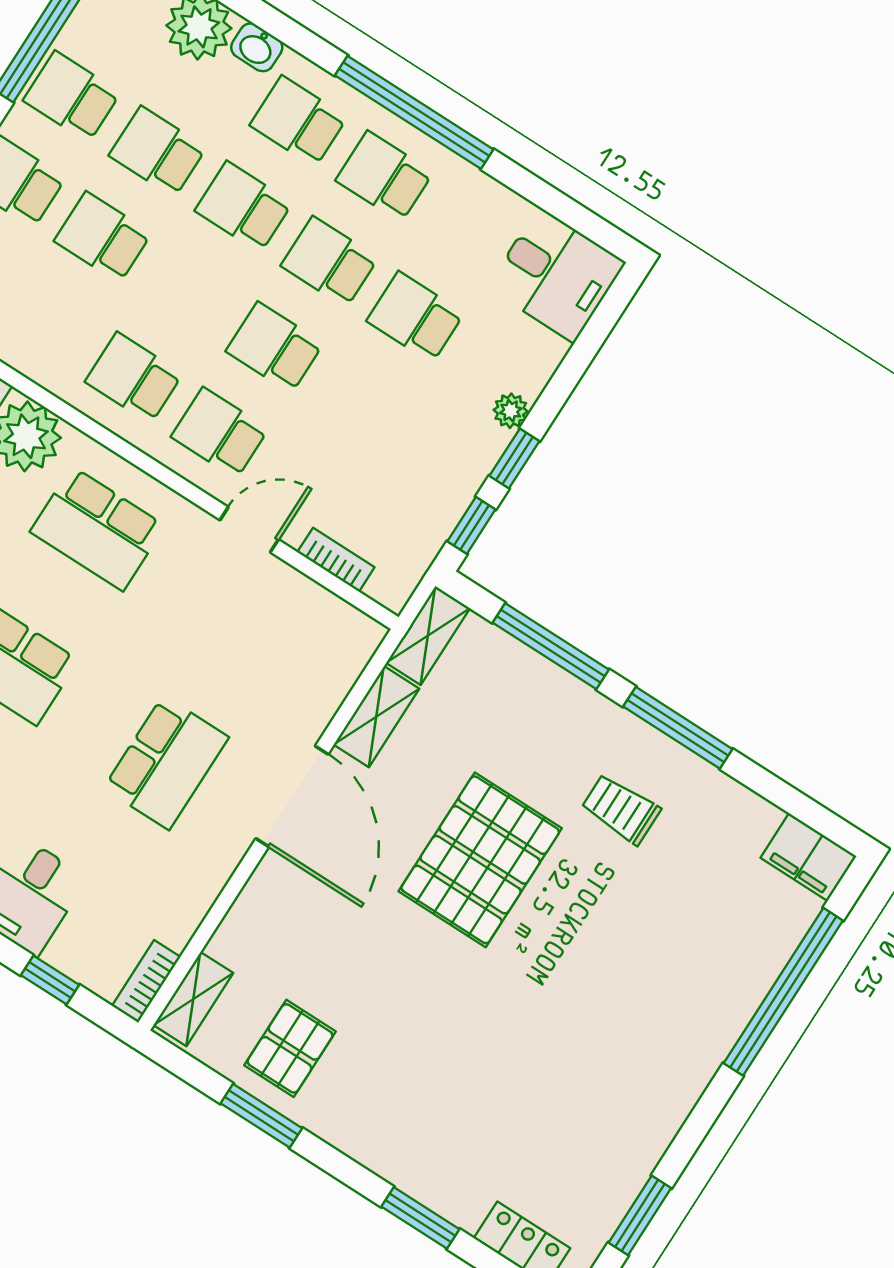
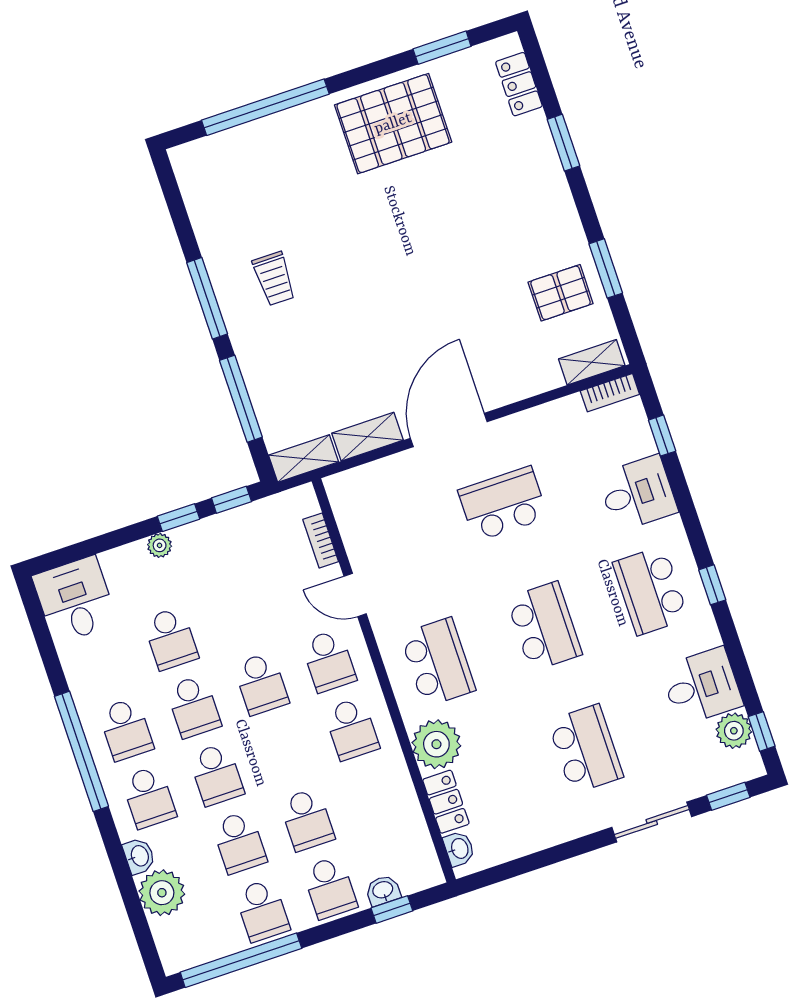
filing cabinet: (808, 857) -> (192, 170), removed
pallet: (480, 860) -> (393, 124), moved

